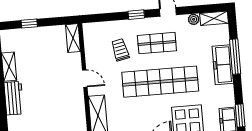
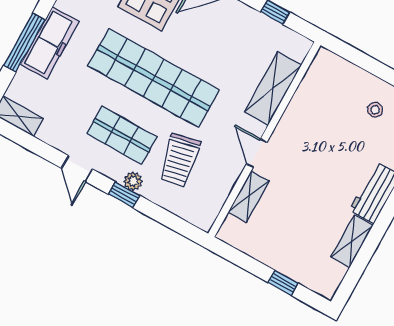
plant: (194, 19) -> (133, 181), moved
shelving: (73, 38) -> (249, 196), moved
trolley: (120, 50) -> (180, 160), width x1.36, depth x1.39

